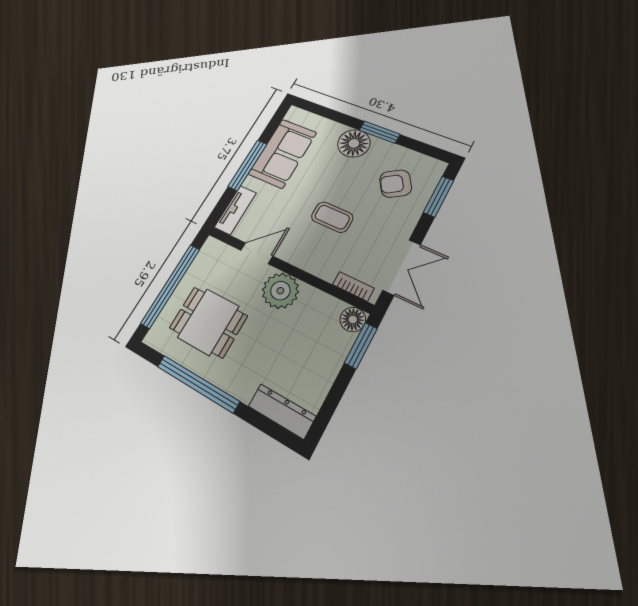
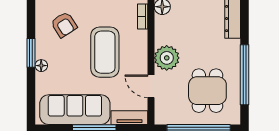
floor lamp: (354, 143) -> (41, 66), width x0.53, depth x0.53
sofa: (282, 153) -> (75, 110), width x1.36
coffee table: (332, 217) -> (105, 52), width x1.86, depth x1.72

